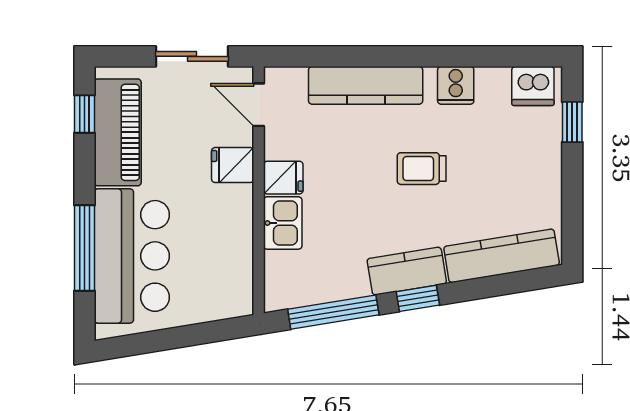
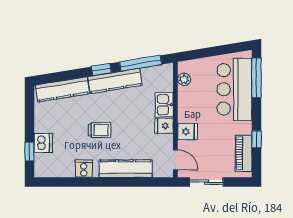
dishwasher: (533, 86) -> (43, 143), moved, turned 90
window: (84, 114) -> (256, 139), moved
piano: (118, 132) -> (244, 153), width x0.73, depth x0.75
window: (84, 248) -> (256, 78), moved
kitchen counter: (407, 271) -> (115, 81), width x1.50
plant: (240, 277) -> (184, 79), added

